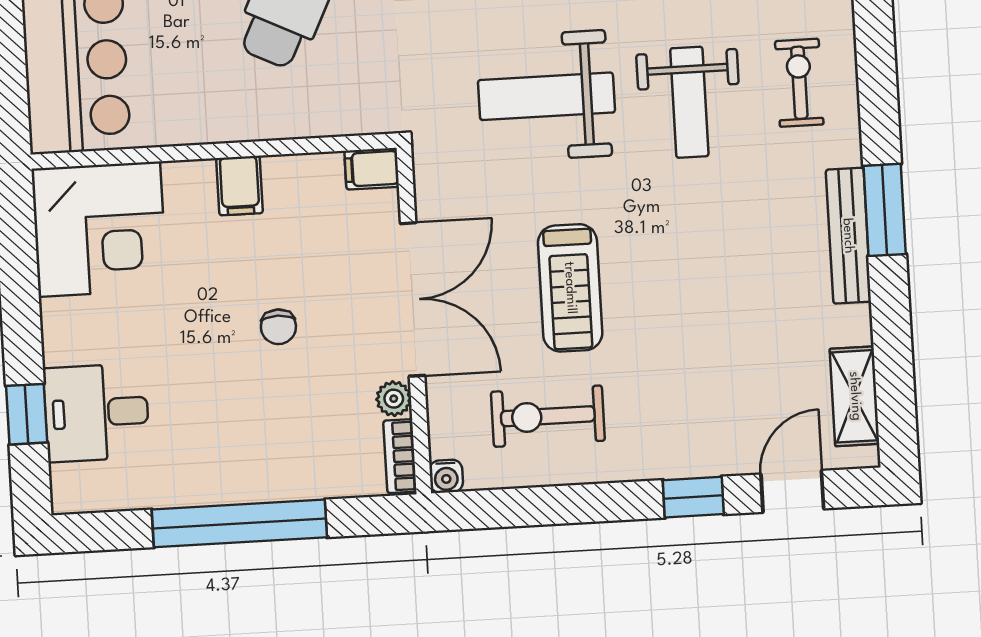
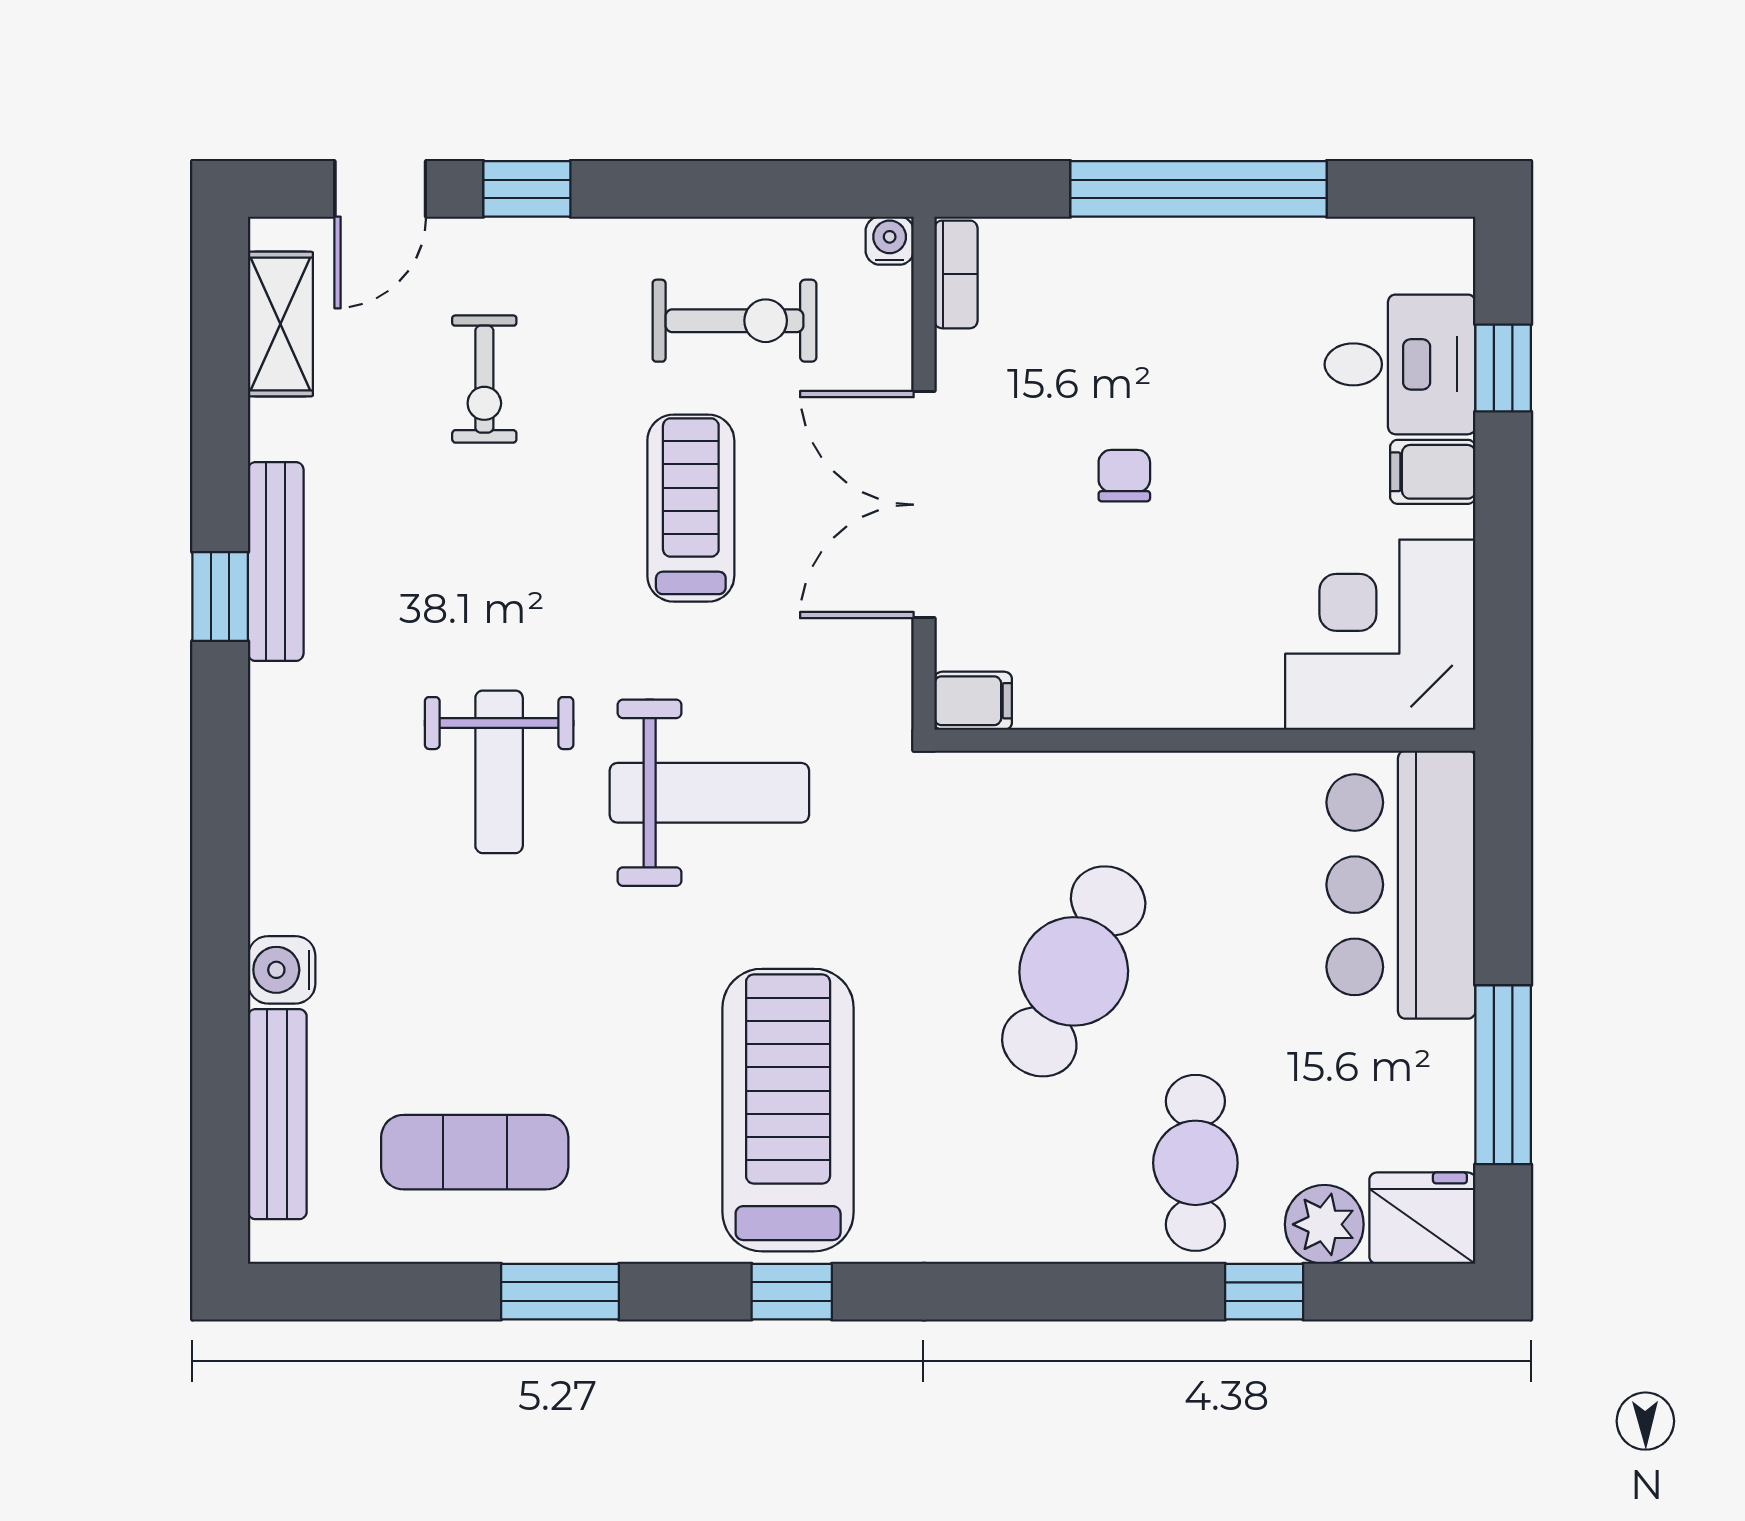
exercise bike: (799, 83) -> (484, 379), moved
weight bench: (689, 102) -> (499, 772), turned 180
filing cabinet: (240, 186) -> (1433, 472), moved, turned -90
window: (885, 210) -> (220, 596), width x0.67
plant: (394, 399) -> (960, 360), removed

